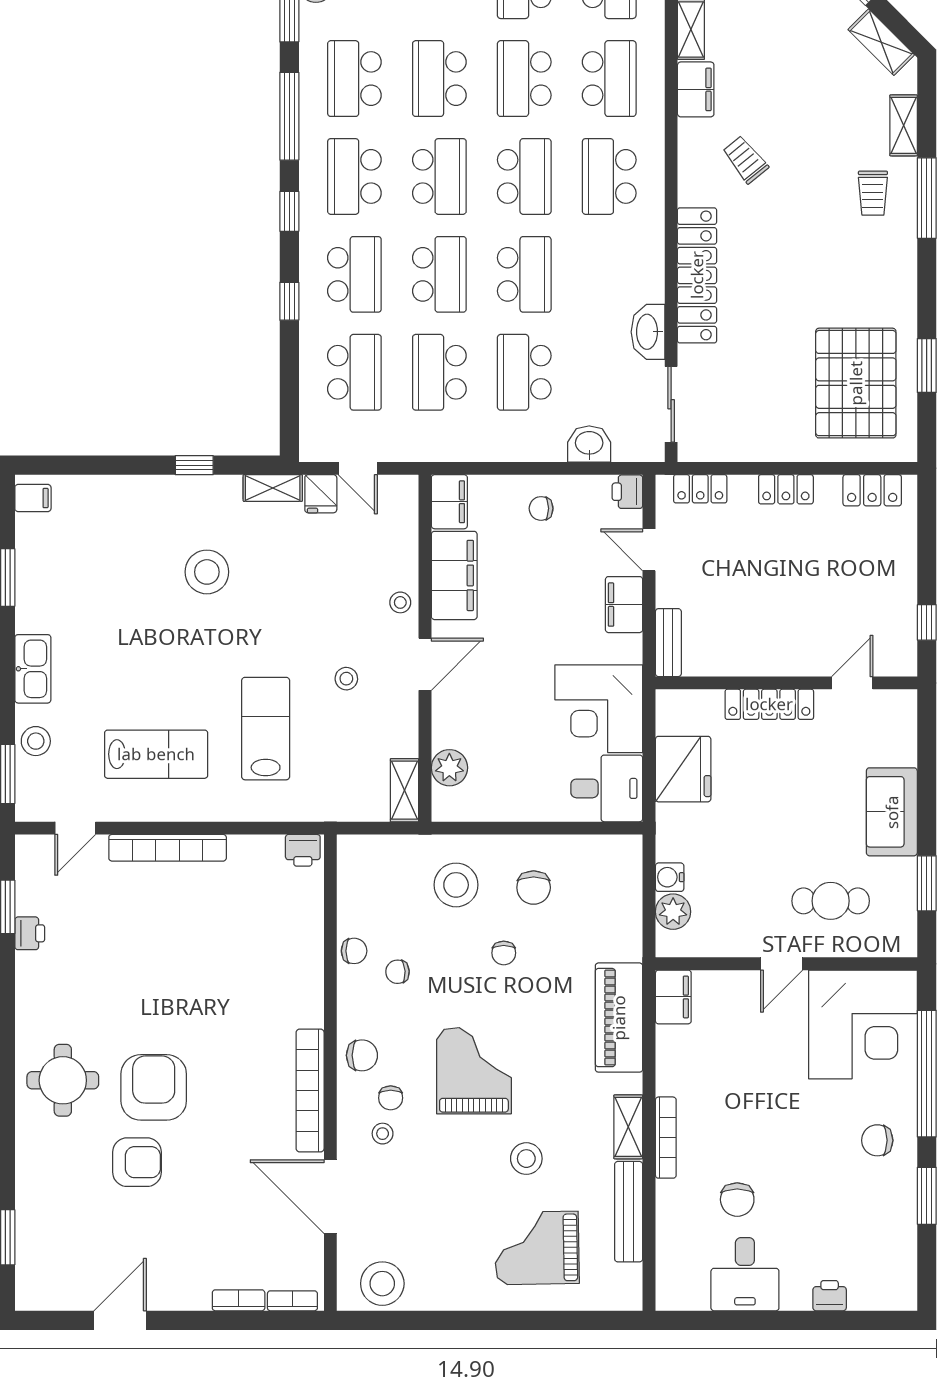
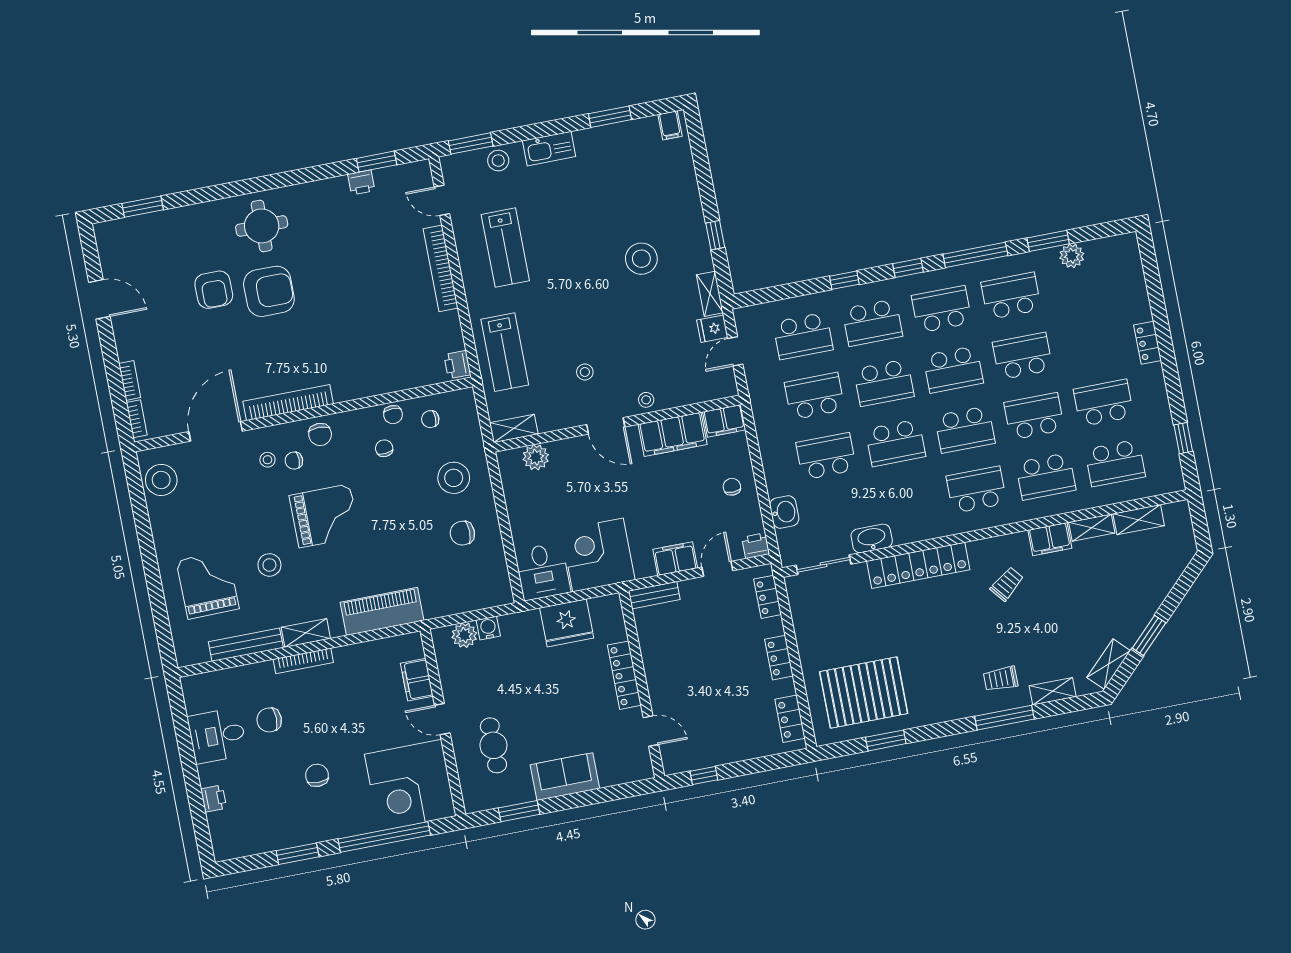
lab bench: (266, 729) -> (505, 352), moved, turned 90
chair: (504, 953) -> (430, 419), moved
filing cabinet: (673, 997) -> (417, 680), moved, turned 90
chair: (877, 1140) -> (317, 775), moved

